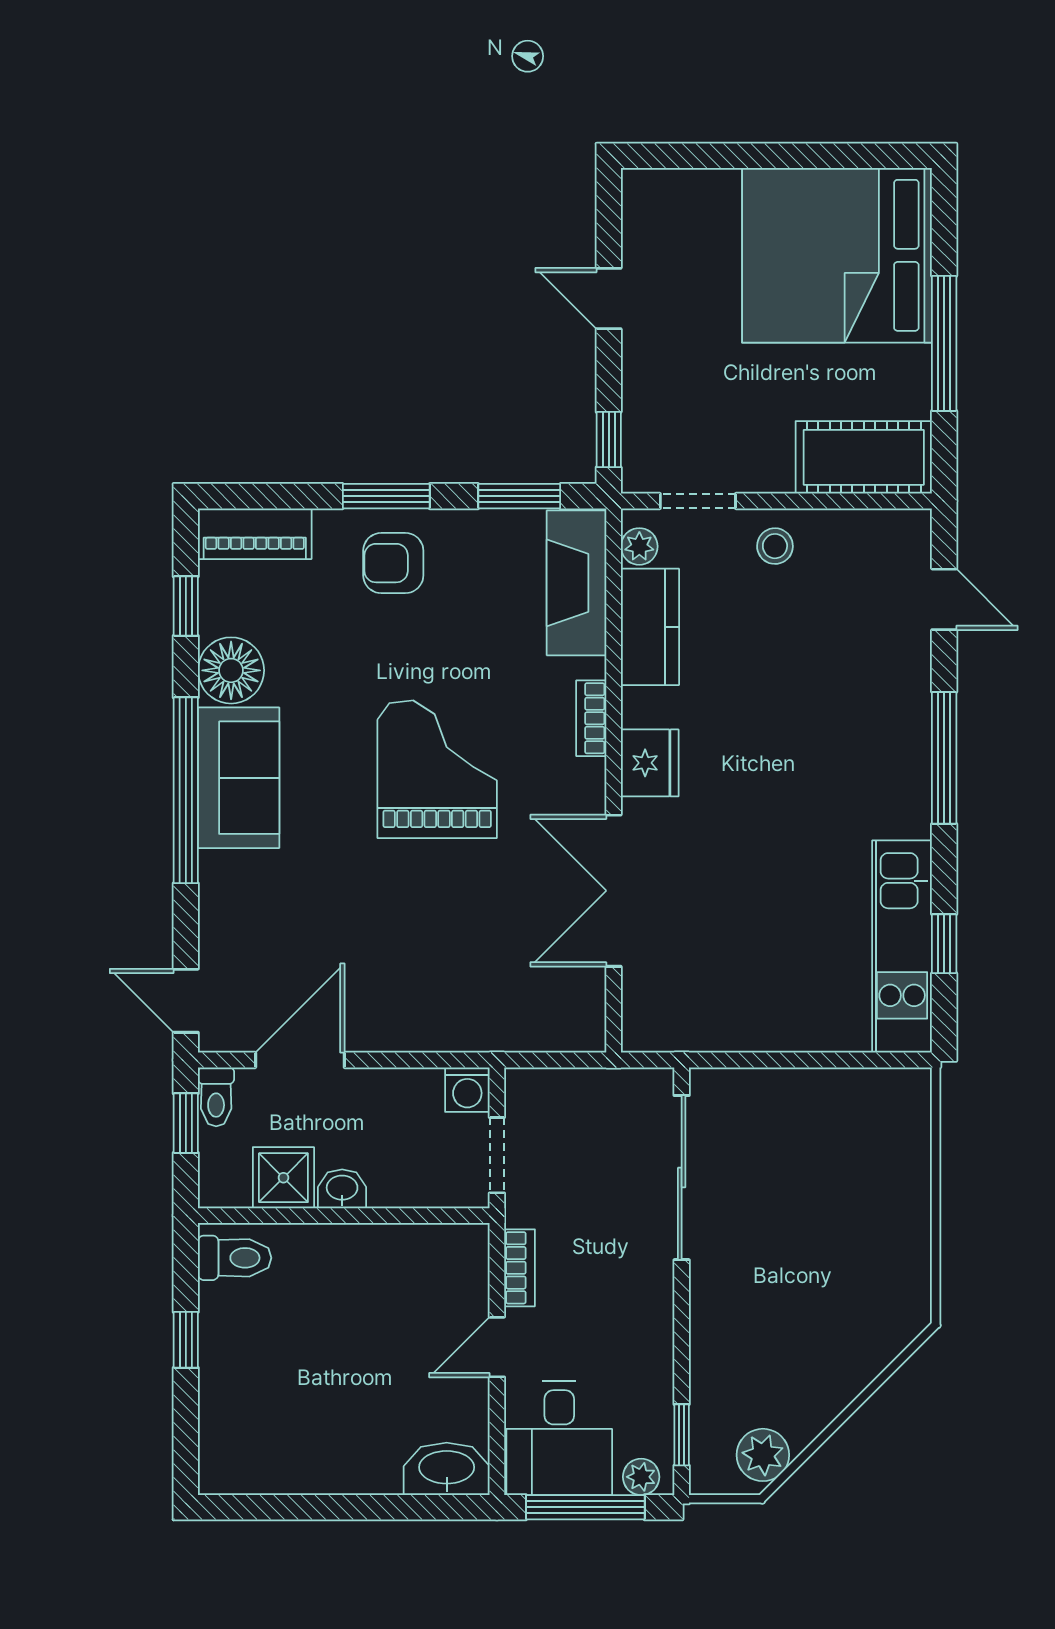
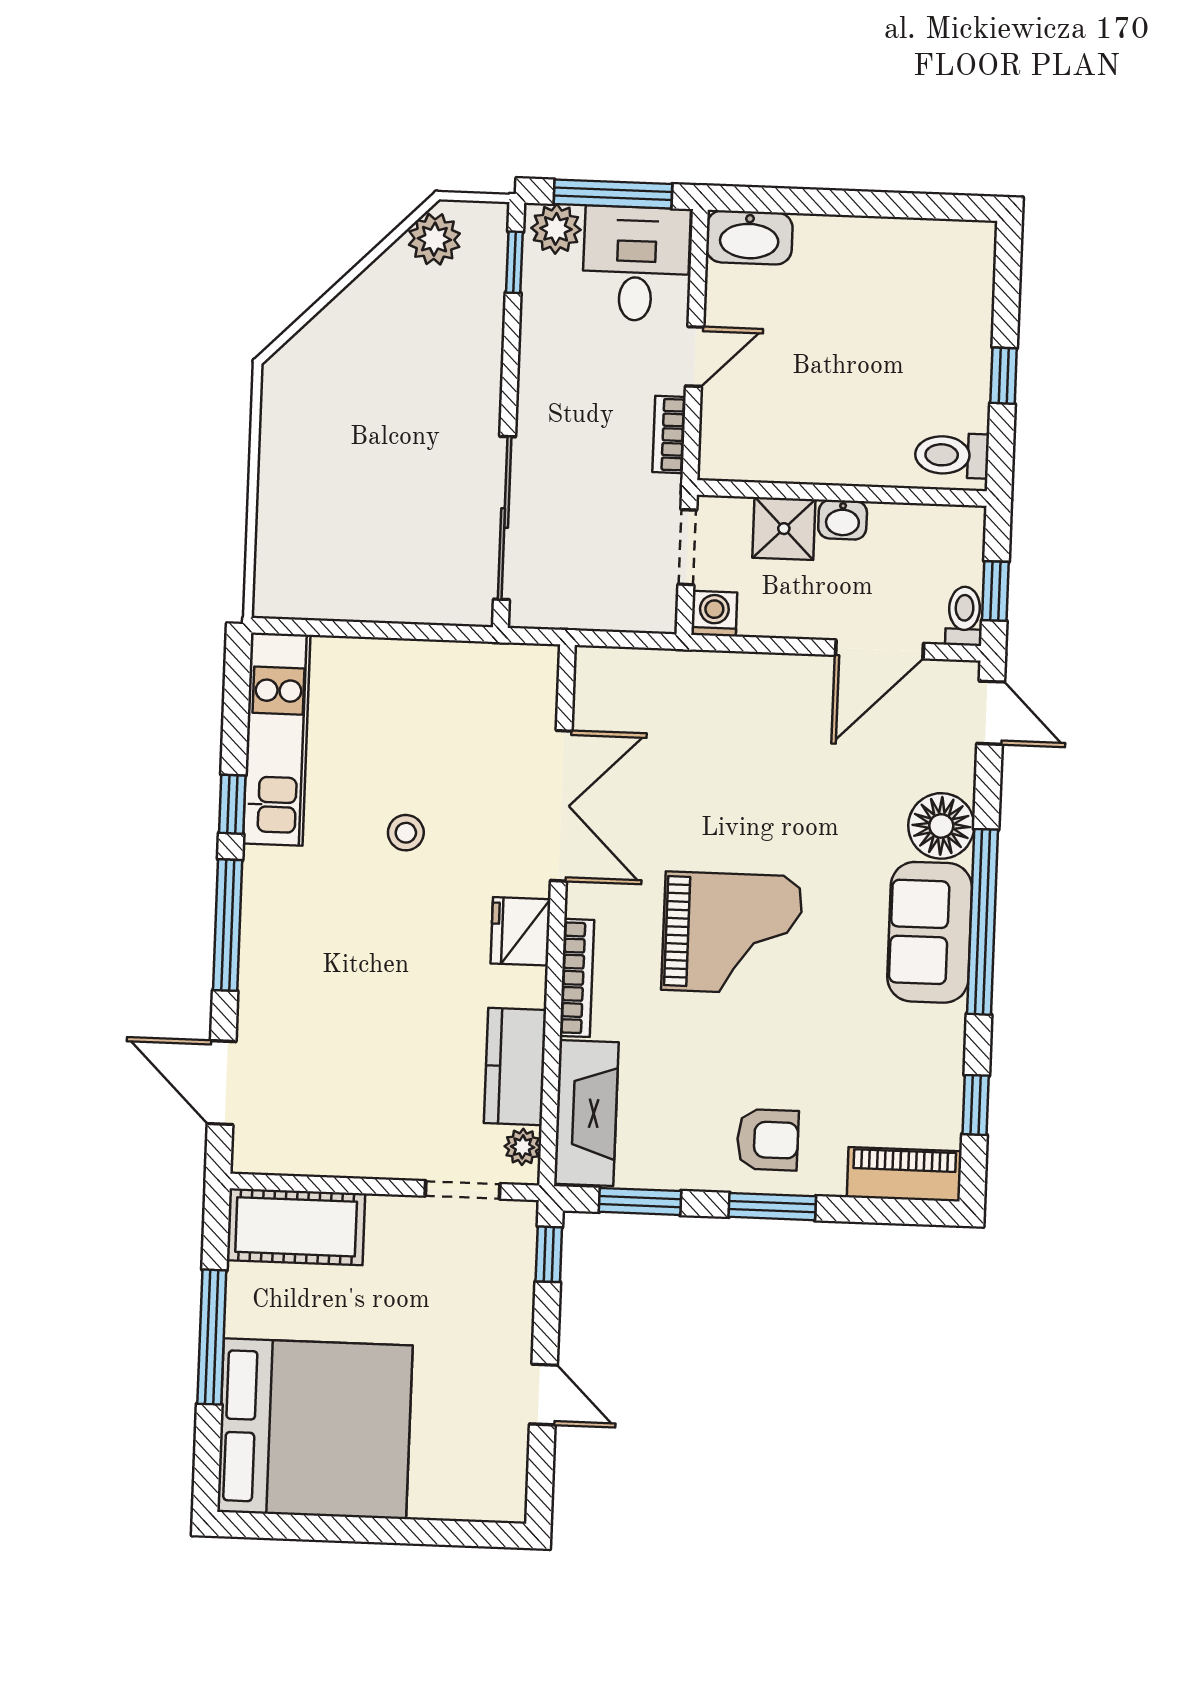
stool: (775, 546) -> (406, 833), moved
door: (944, 599) -> (222, 1083), width x1.38
floor lamp: (231, 670) -> (941, 826), moved
bookcase: (591, 718) -> (577, 978), width x1.56
grand piano: (437, 769) -> (732, 933), turned -90
window: (944, 944) -> (232, 804), moved
shower: (283, 1178) -> (784, 529), moved
plant: (641, 1477) -> (556, 229), width x1.38, depth x1.38

